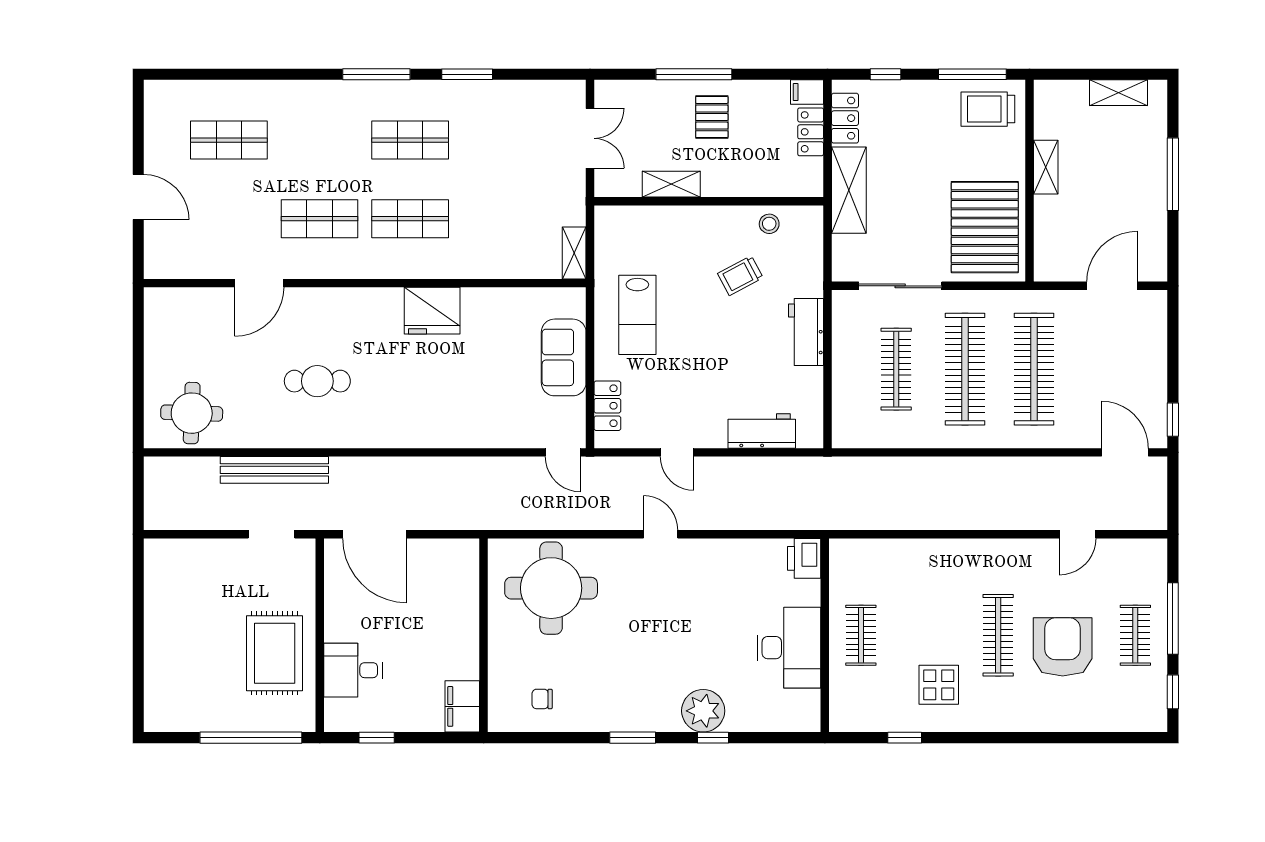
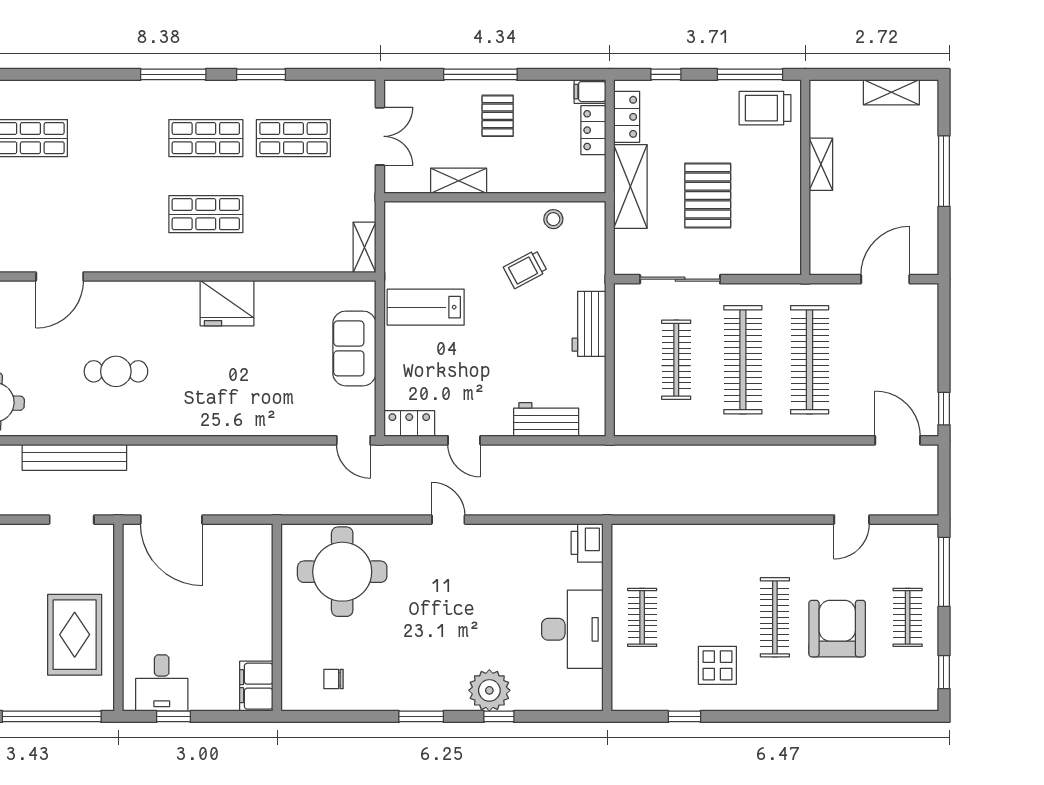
shop shelf: (320, 219) -> (293, 138), moved
pallet: (985, 227) -> (708, 196), moved, width x0.73, depth x0.71
lab bench: (637, 315) -> (426, 307), turned 90
locker: (607, 406) -> (409, 424), moved, turned -90
window: (1173, 618) -> (944, 572), moved
desk: (353, 670) -> (162, 683), moved, turned -90

